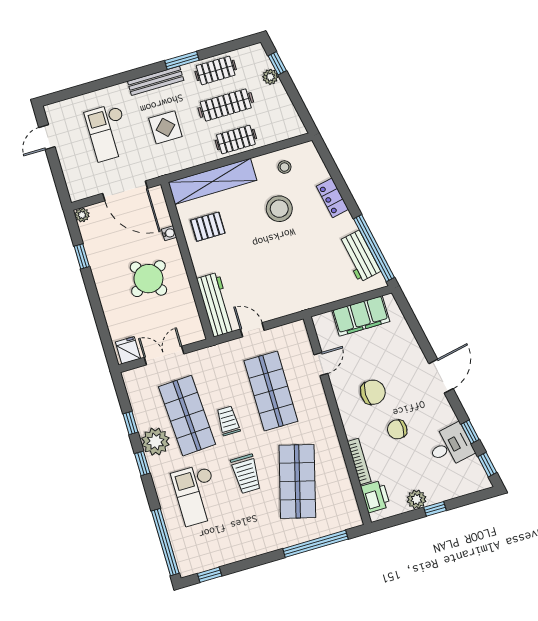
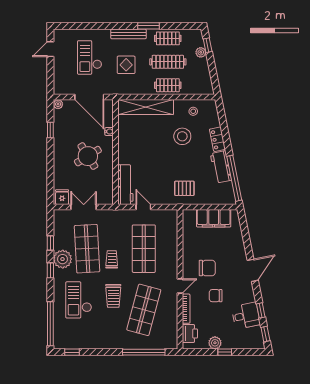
pallet: (208, 227) -> (184, 188), moved
workbench: (359, 256) -> (221, 167), moved
door: (321, 364) -> (180, 286), moved

